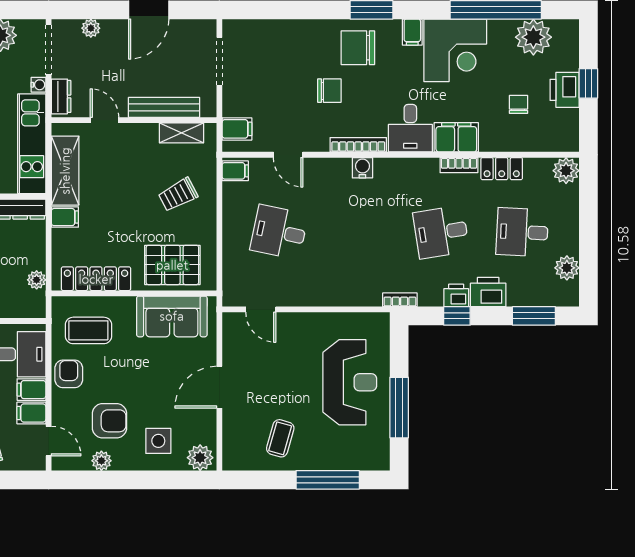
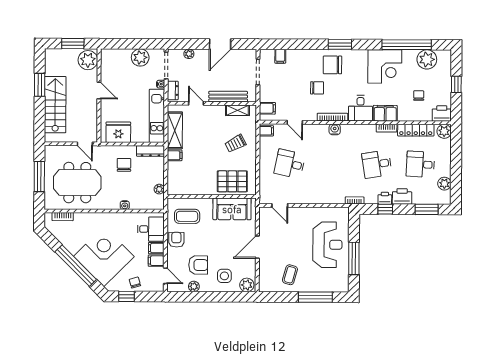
filing cabinet: (412, 32) -> (280, 56), moved
printer: (565, 90) -> (442, 113), moved, turned 90
locker: (502, 169) -> (416, 130), width x1.53
locker: (96, 279) -> (191, 189), removed

